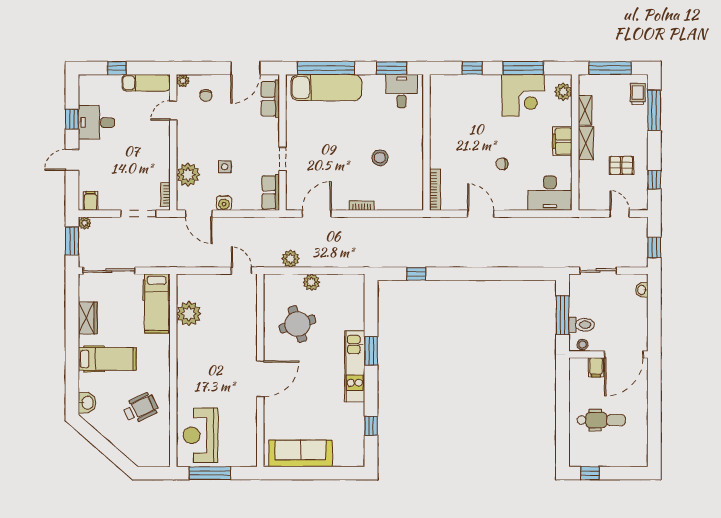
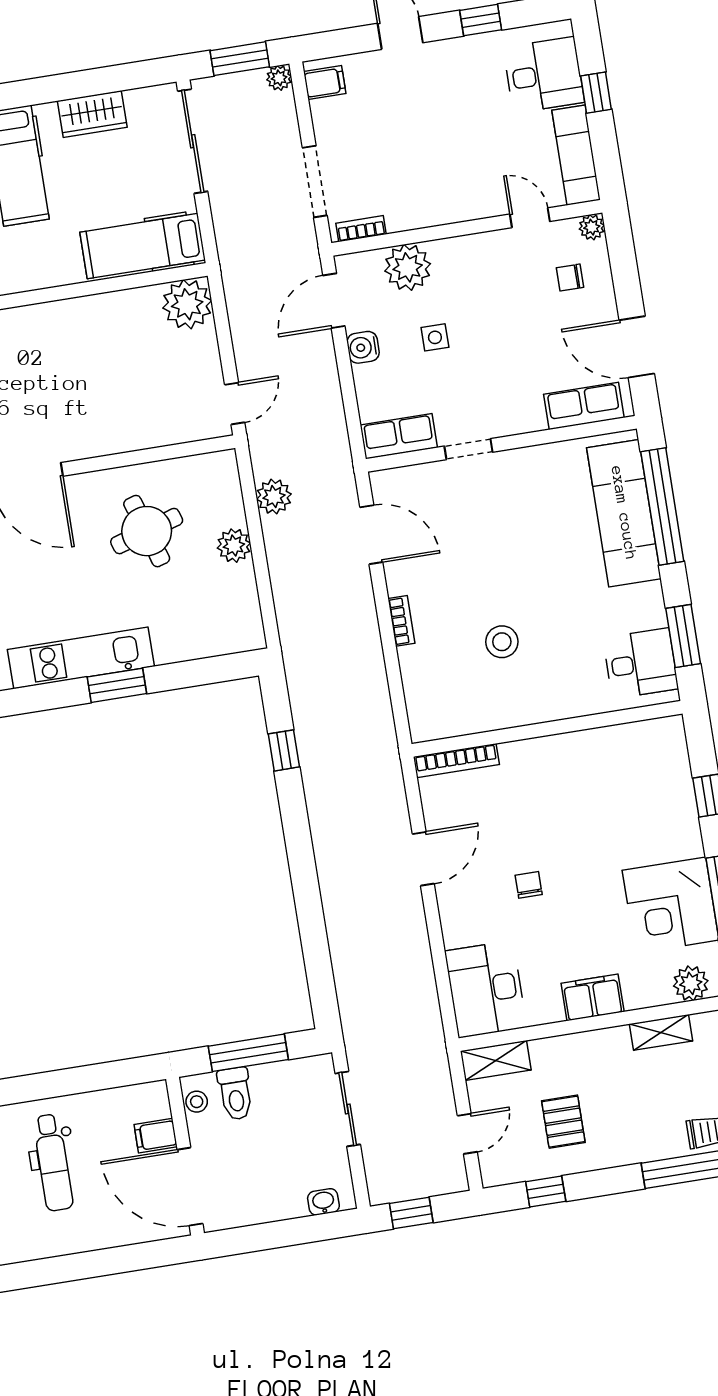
desk: (96, 122) -> (544, 75), moved, turned 90
shelving: (586, 143) -> (496, 1061), moved
plant: (189, 314) -> (187, 304), moved

